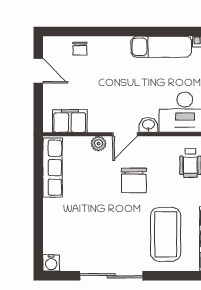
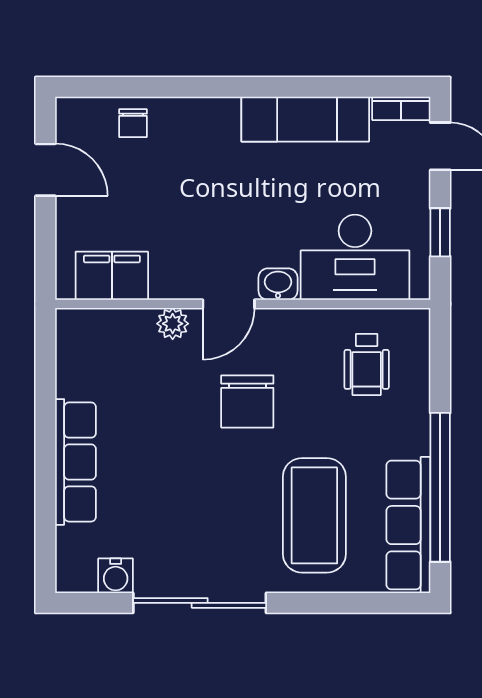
row of seats: (53, 168) -> (76, 462), moved
water cooler: (51, 263) -> (116, 576), moved

